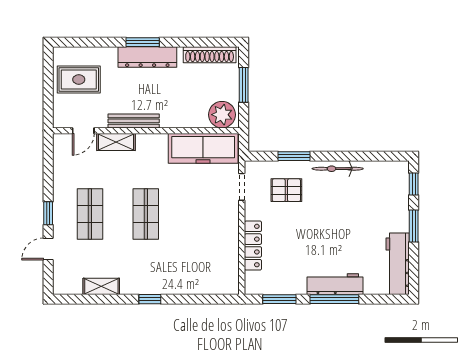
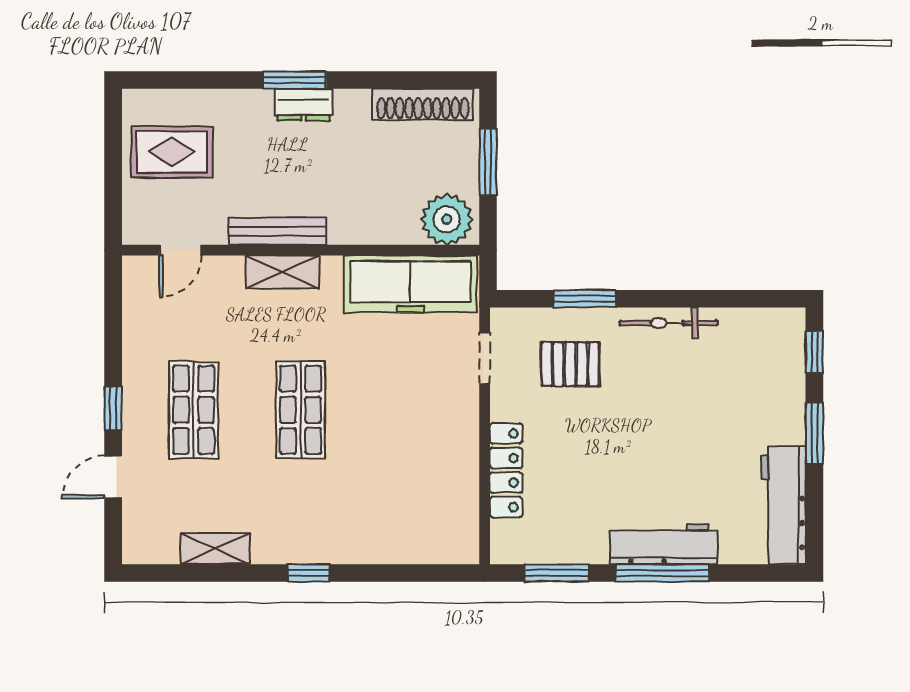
dresser: (147, 57) -> (304, 105), width x0.51, depth x0.80
shelving: (116, 142) -> (282, 272), moved

